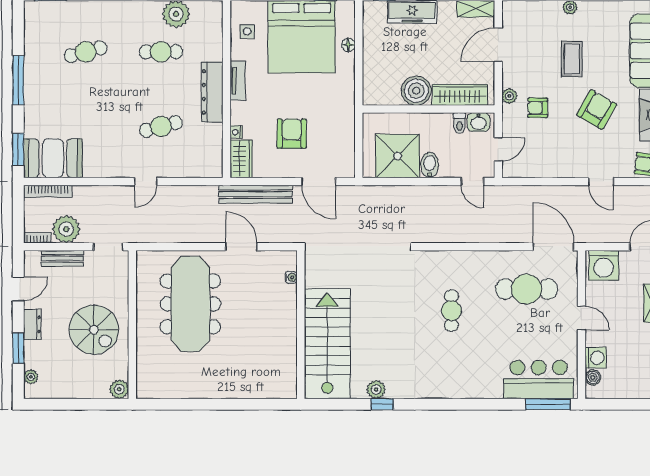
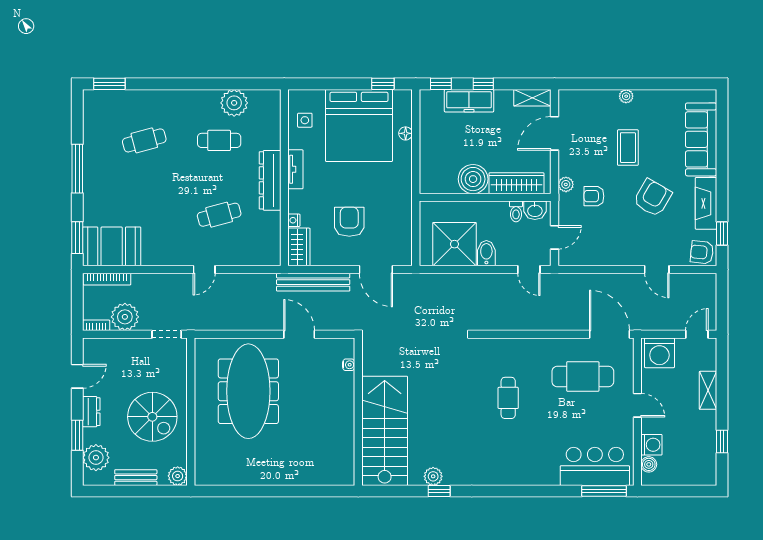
bench: (62, 258) -> (136, 478), moved
plant: (31, 377) -> (96, 458), width x1.87, depth x1.87

